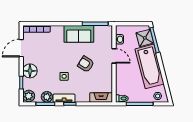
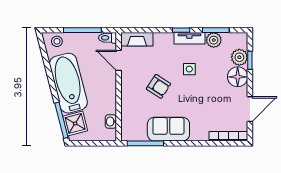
door: (114, 56) -> (119, 60), moved
plant: (29, 96) -> (239, 57), moved

